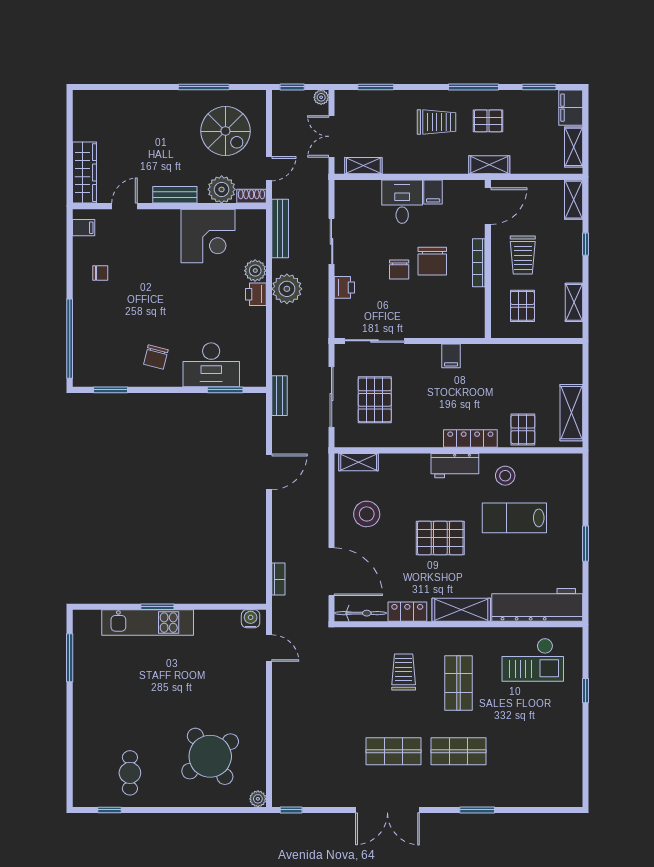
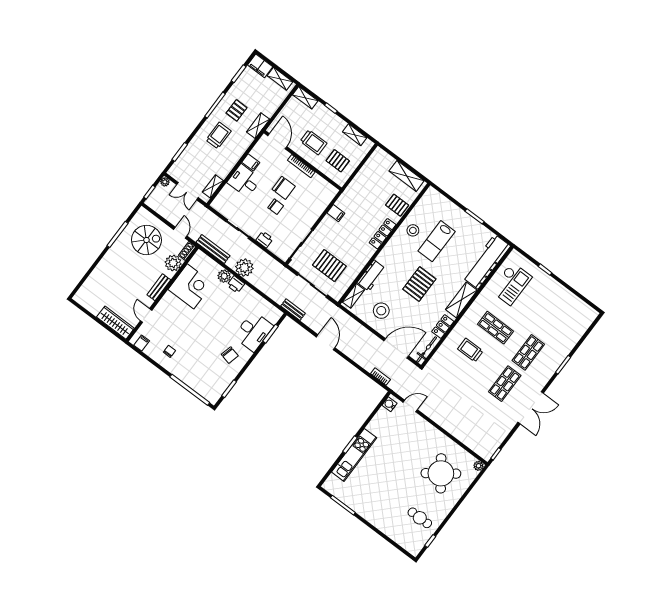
workbench: (455, 466) -> (371, 276), moved

